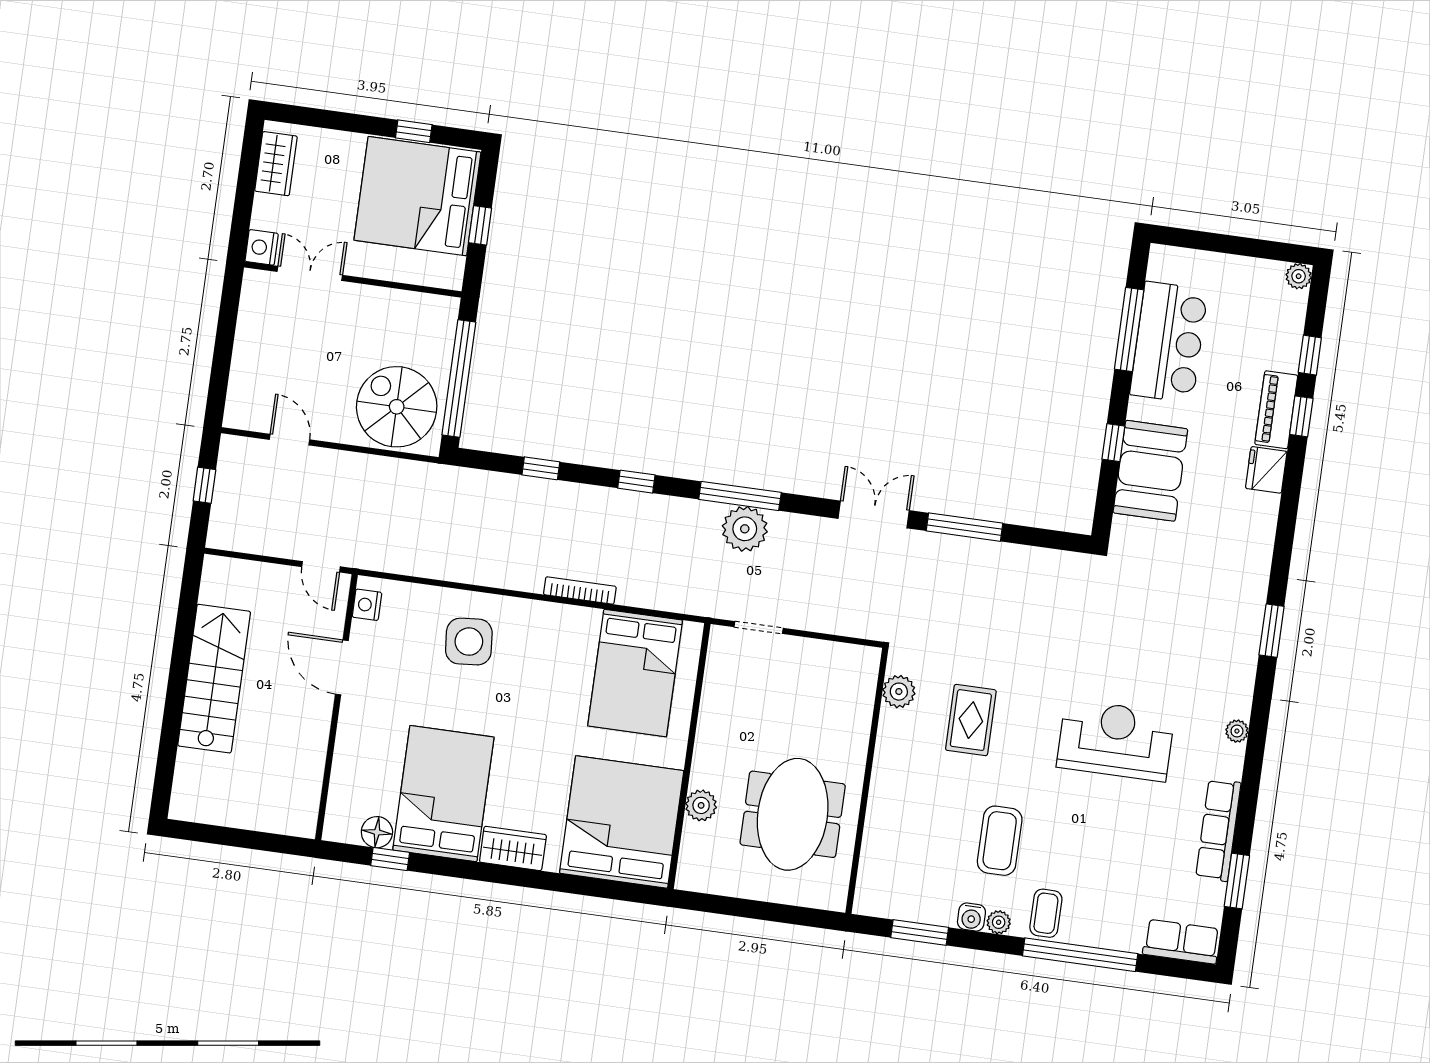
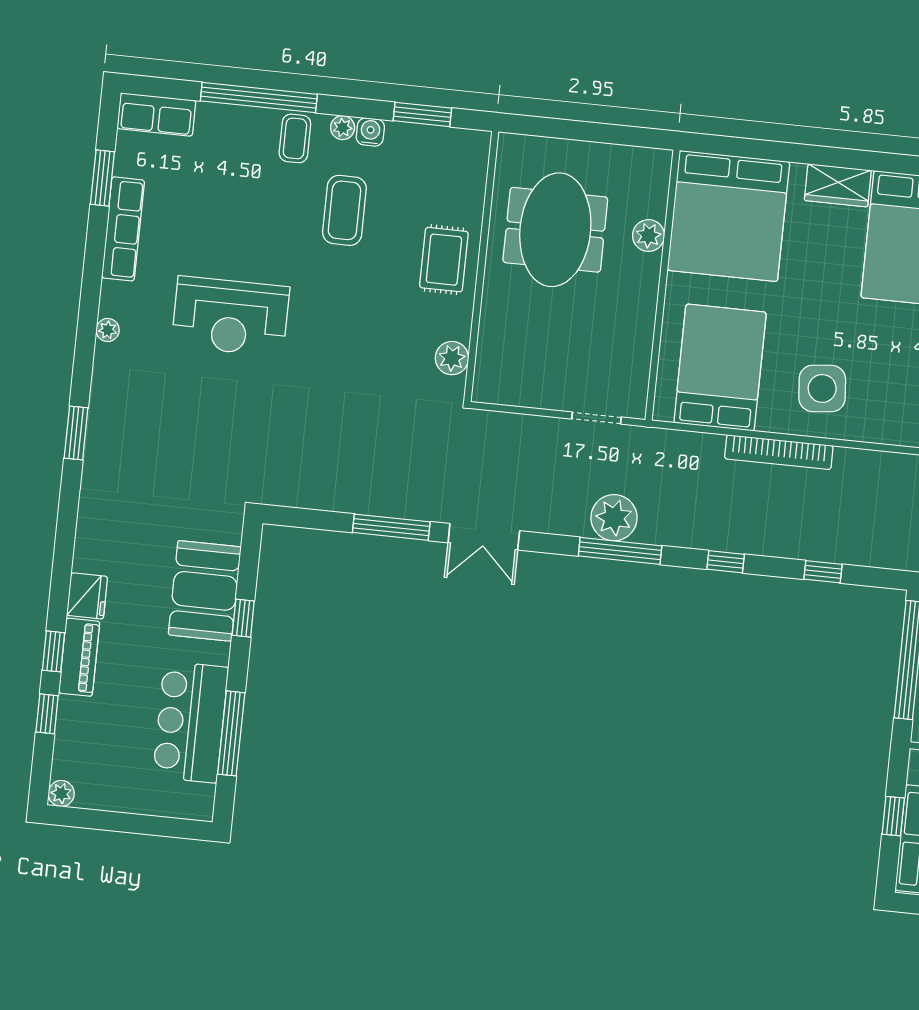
bookcase: (580, 590) -> (779, 452), width x1.48, depth x1.31
side table: (469, 642) -> (822, 388), moved
rug: (971, 720) -> (444, 260), moved

